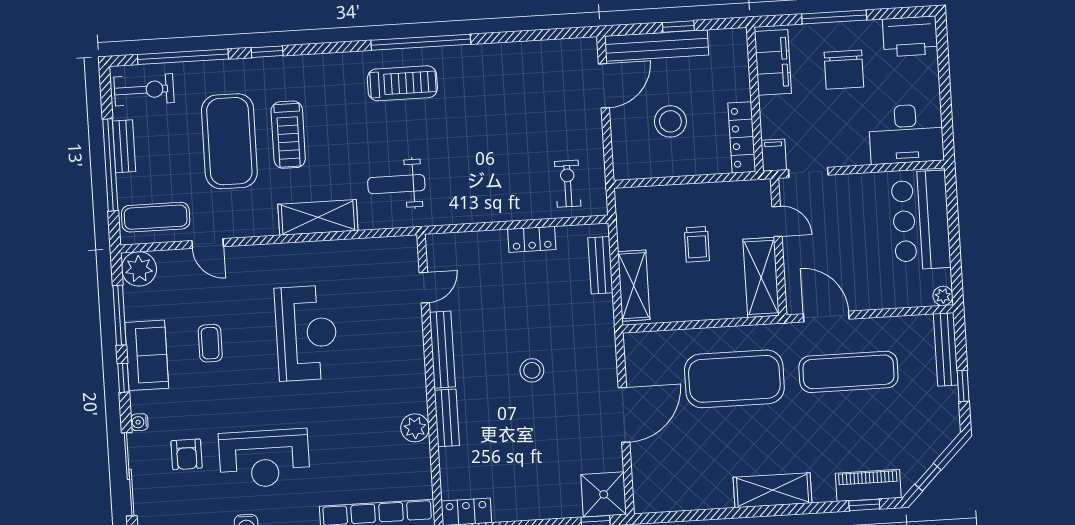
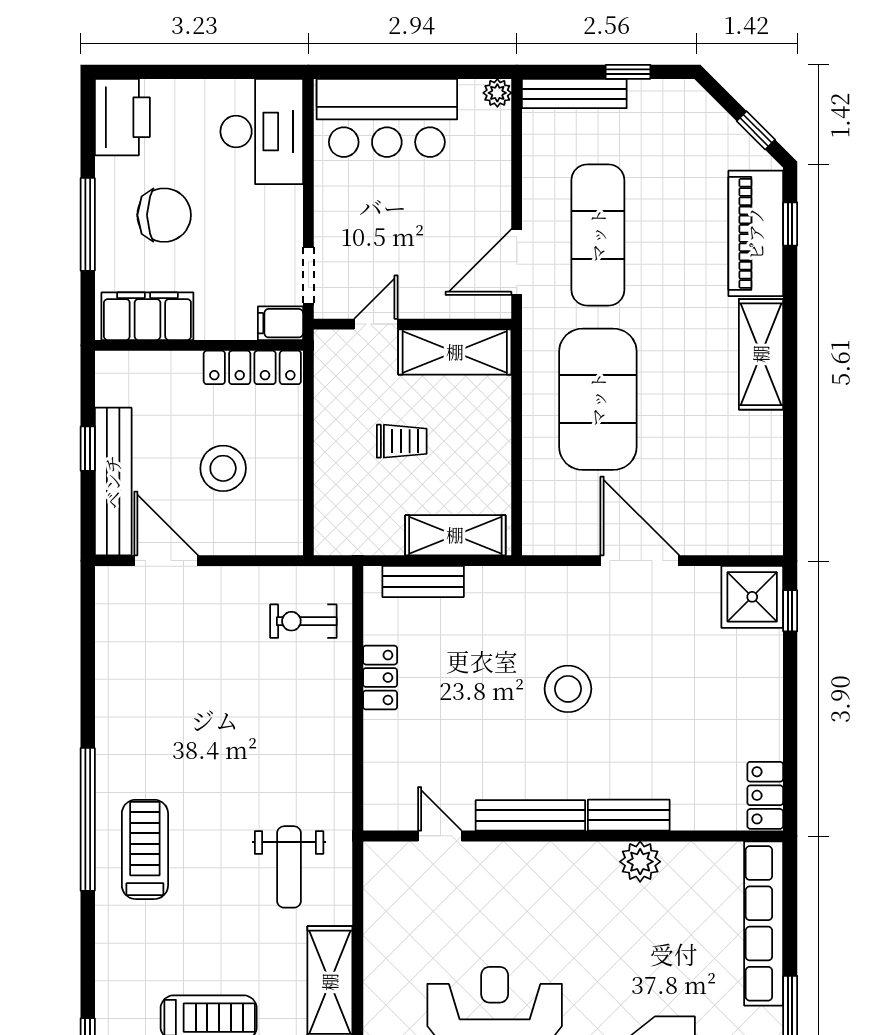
stool: (532, 370) -> (568, 689), width x1.38, depth x1.38
piano: (868, 485) -> (756, 233), width x1.37, depth x1.33

